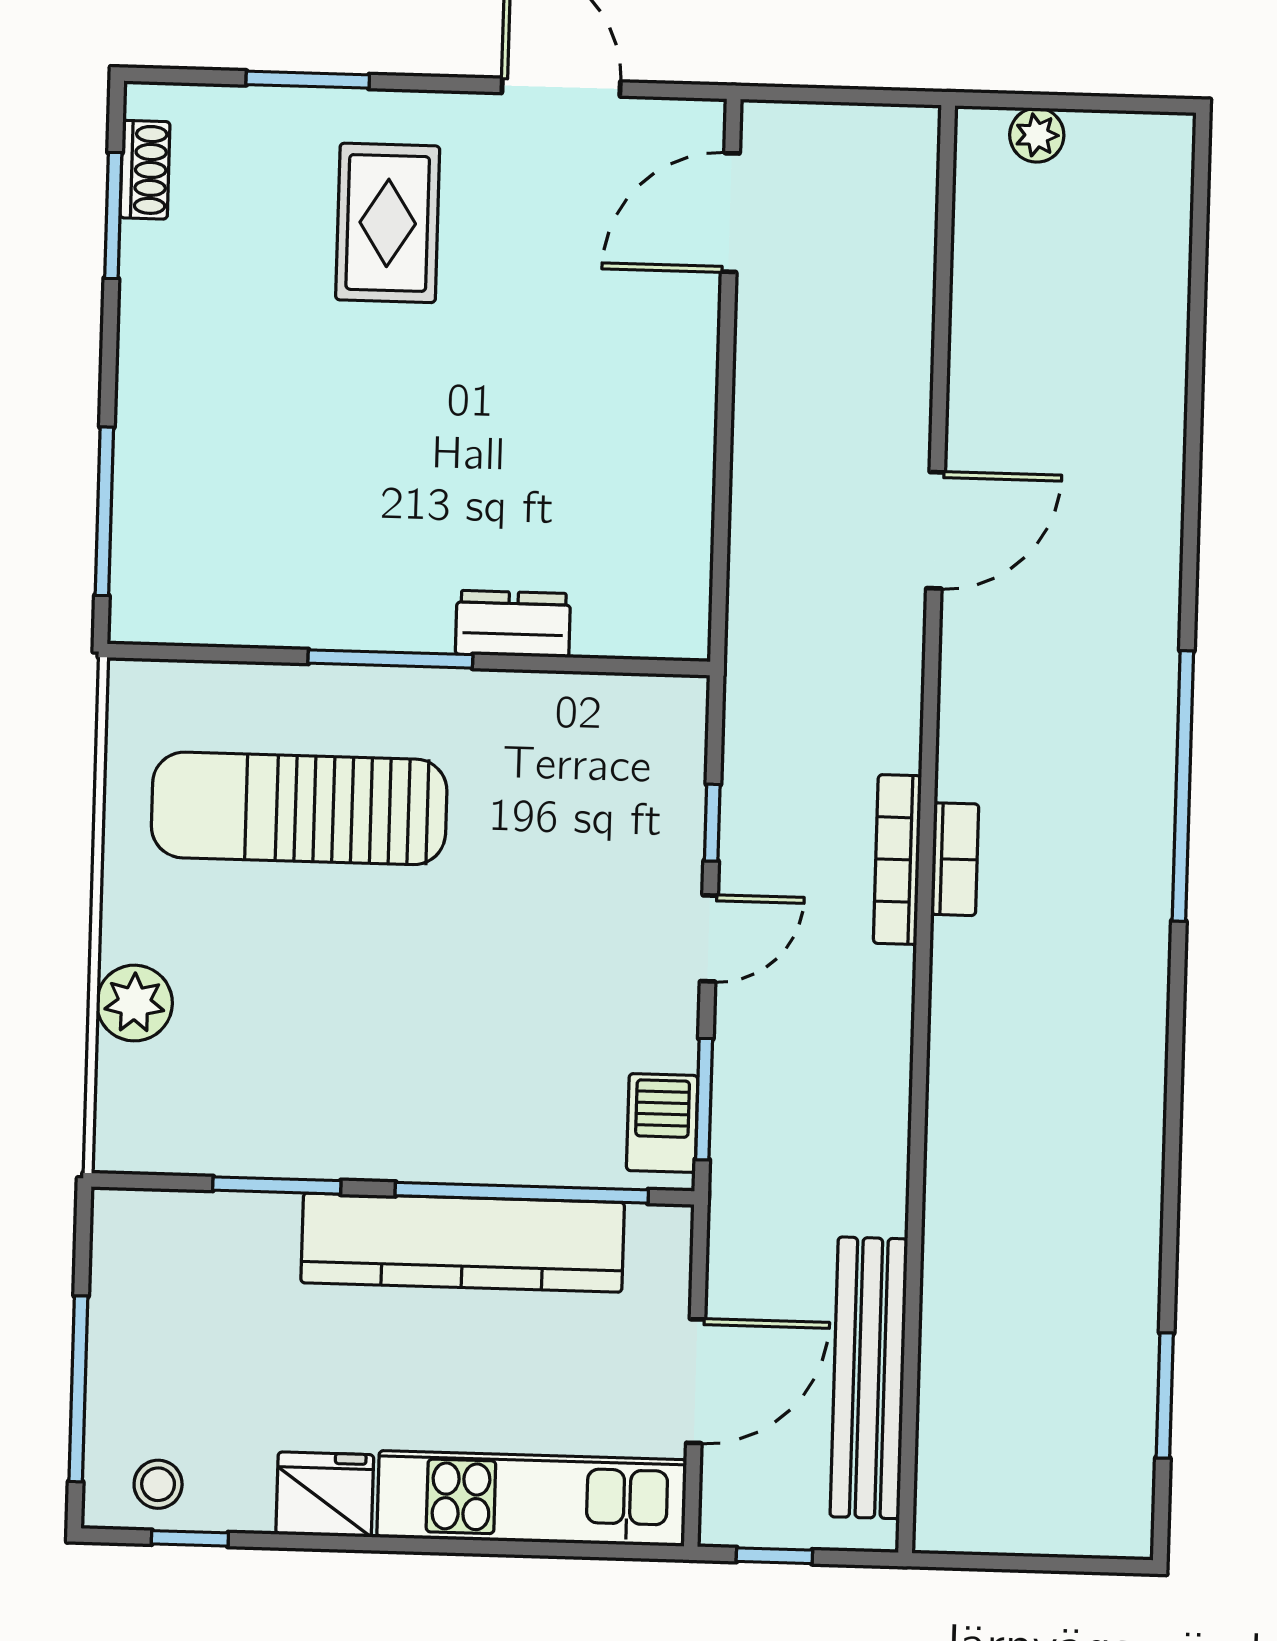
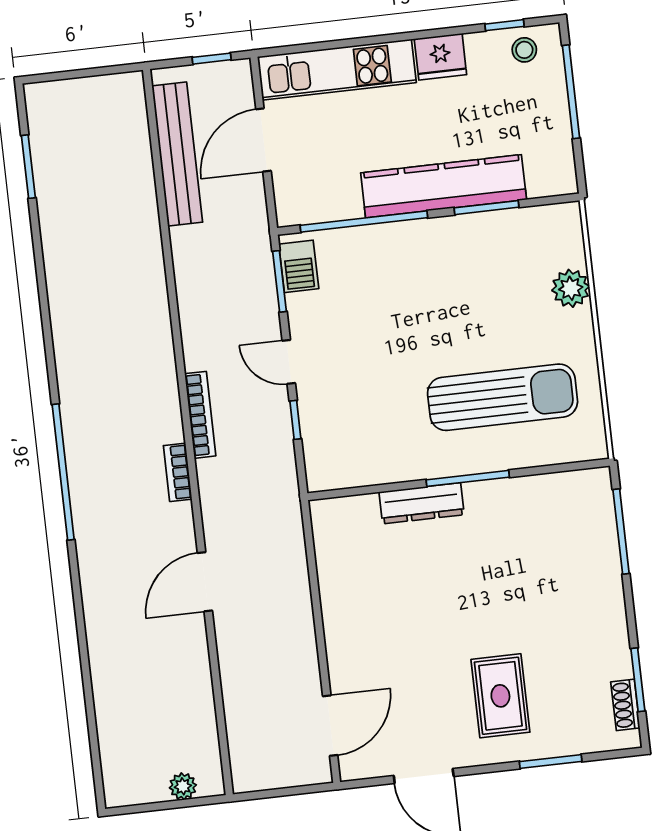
dresser: (513, 624) -> (422, 503), width x1.44
bookcase: (955, 859) -> (178, 472), moved
door: (709, 938) -> (289, 362), hinge flipped
kitchen counter: (463, 1243) -> (444, 186), moved

